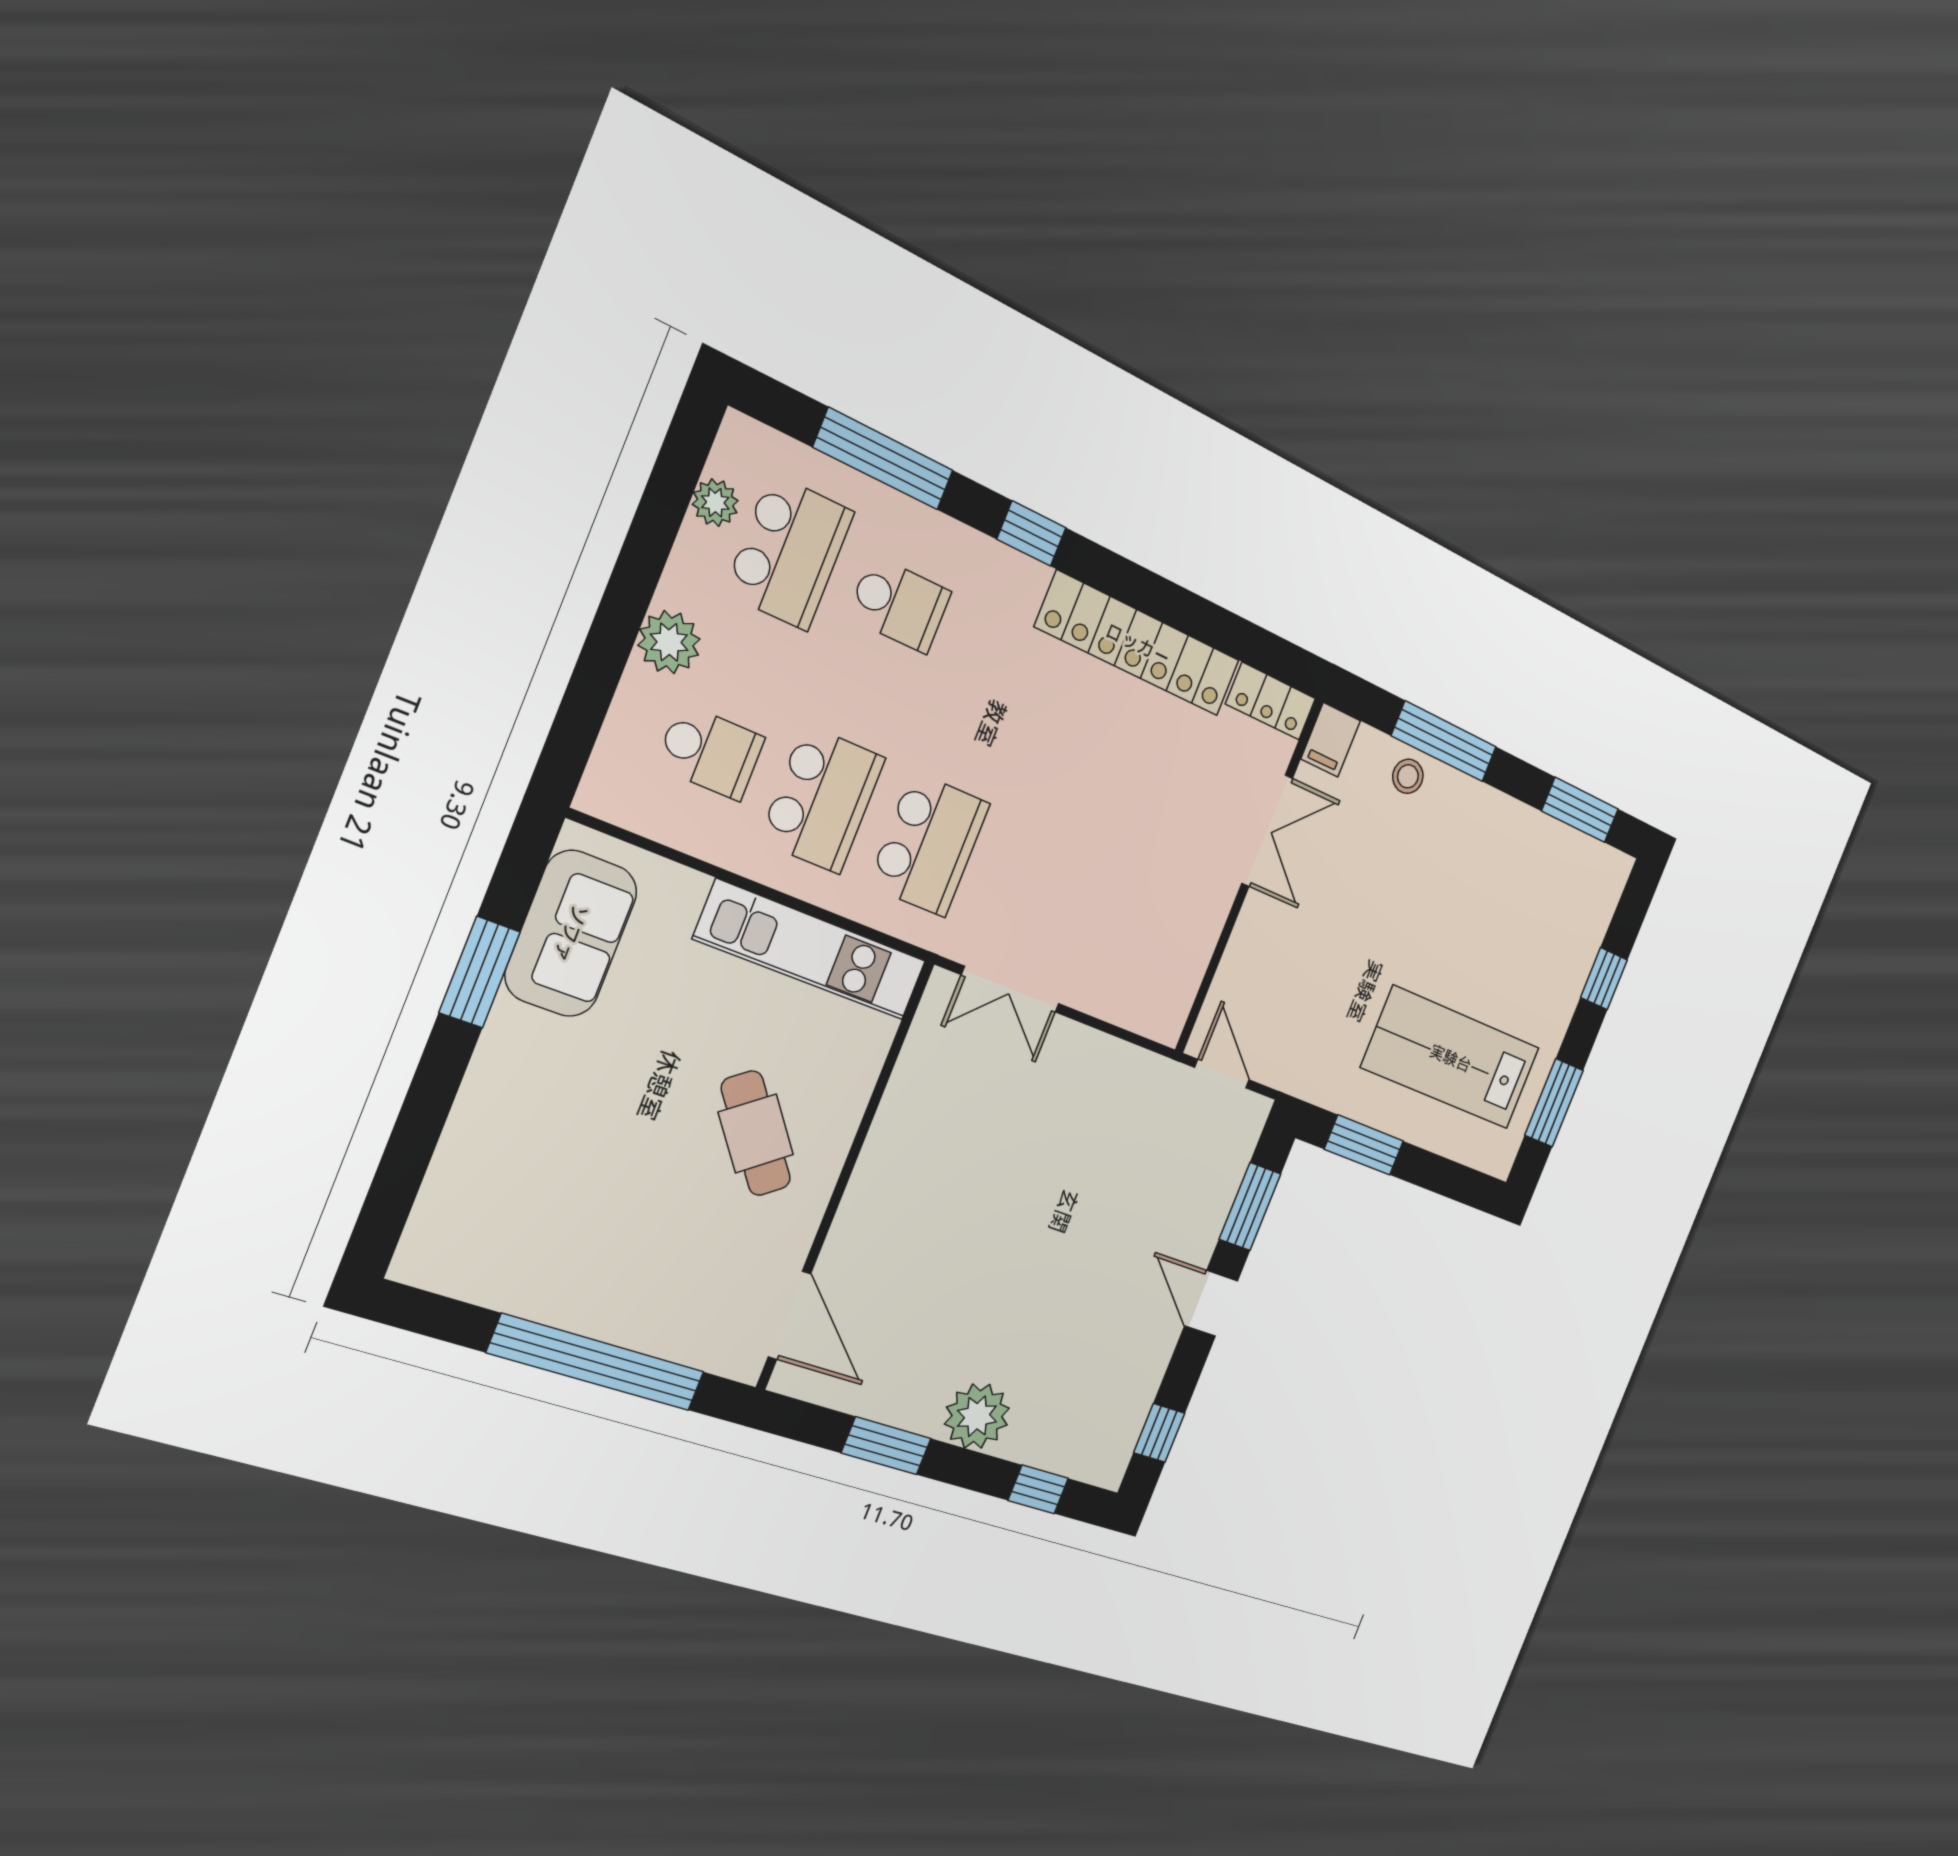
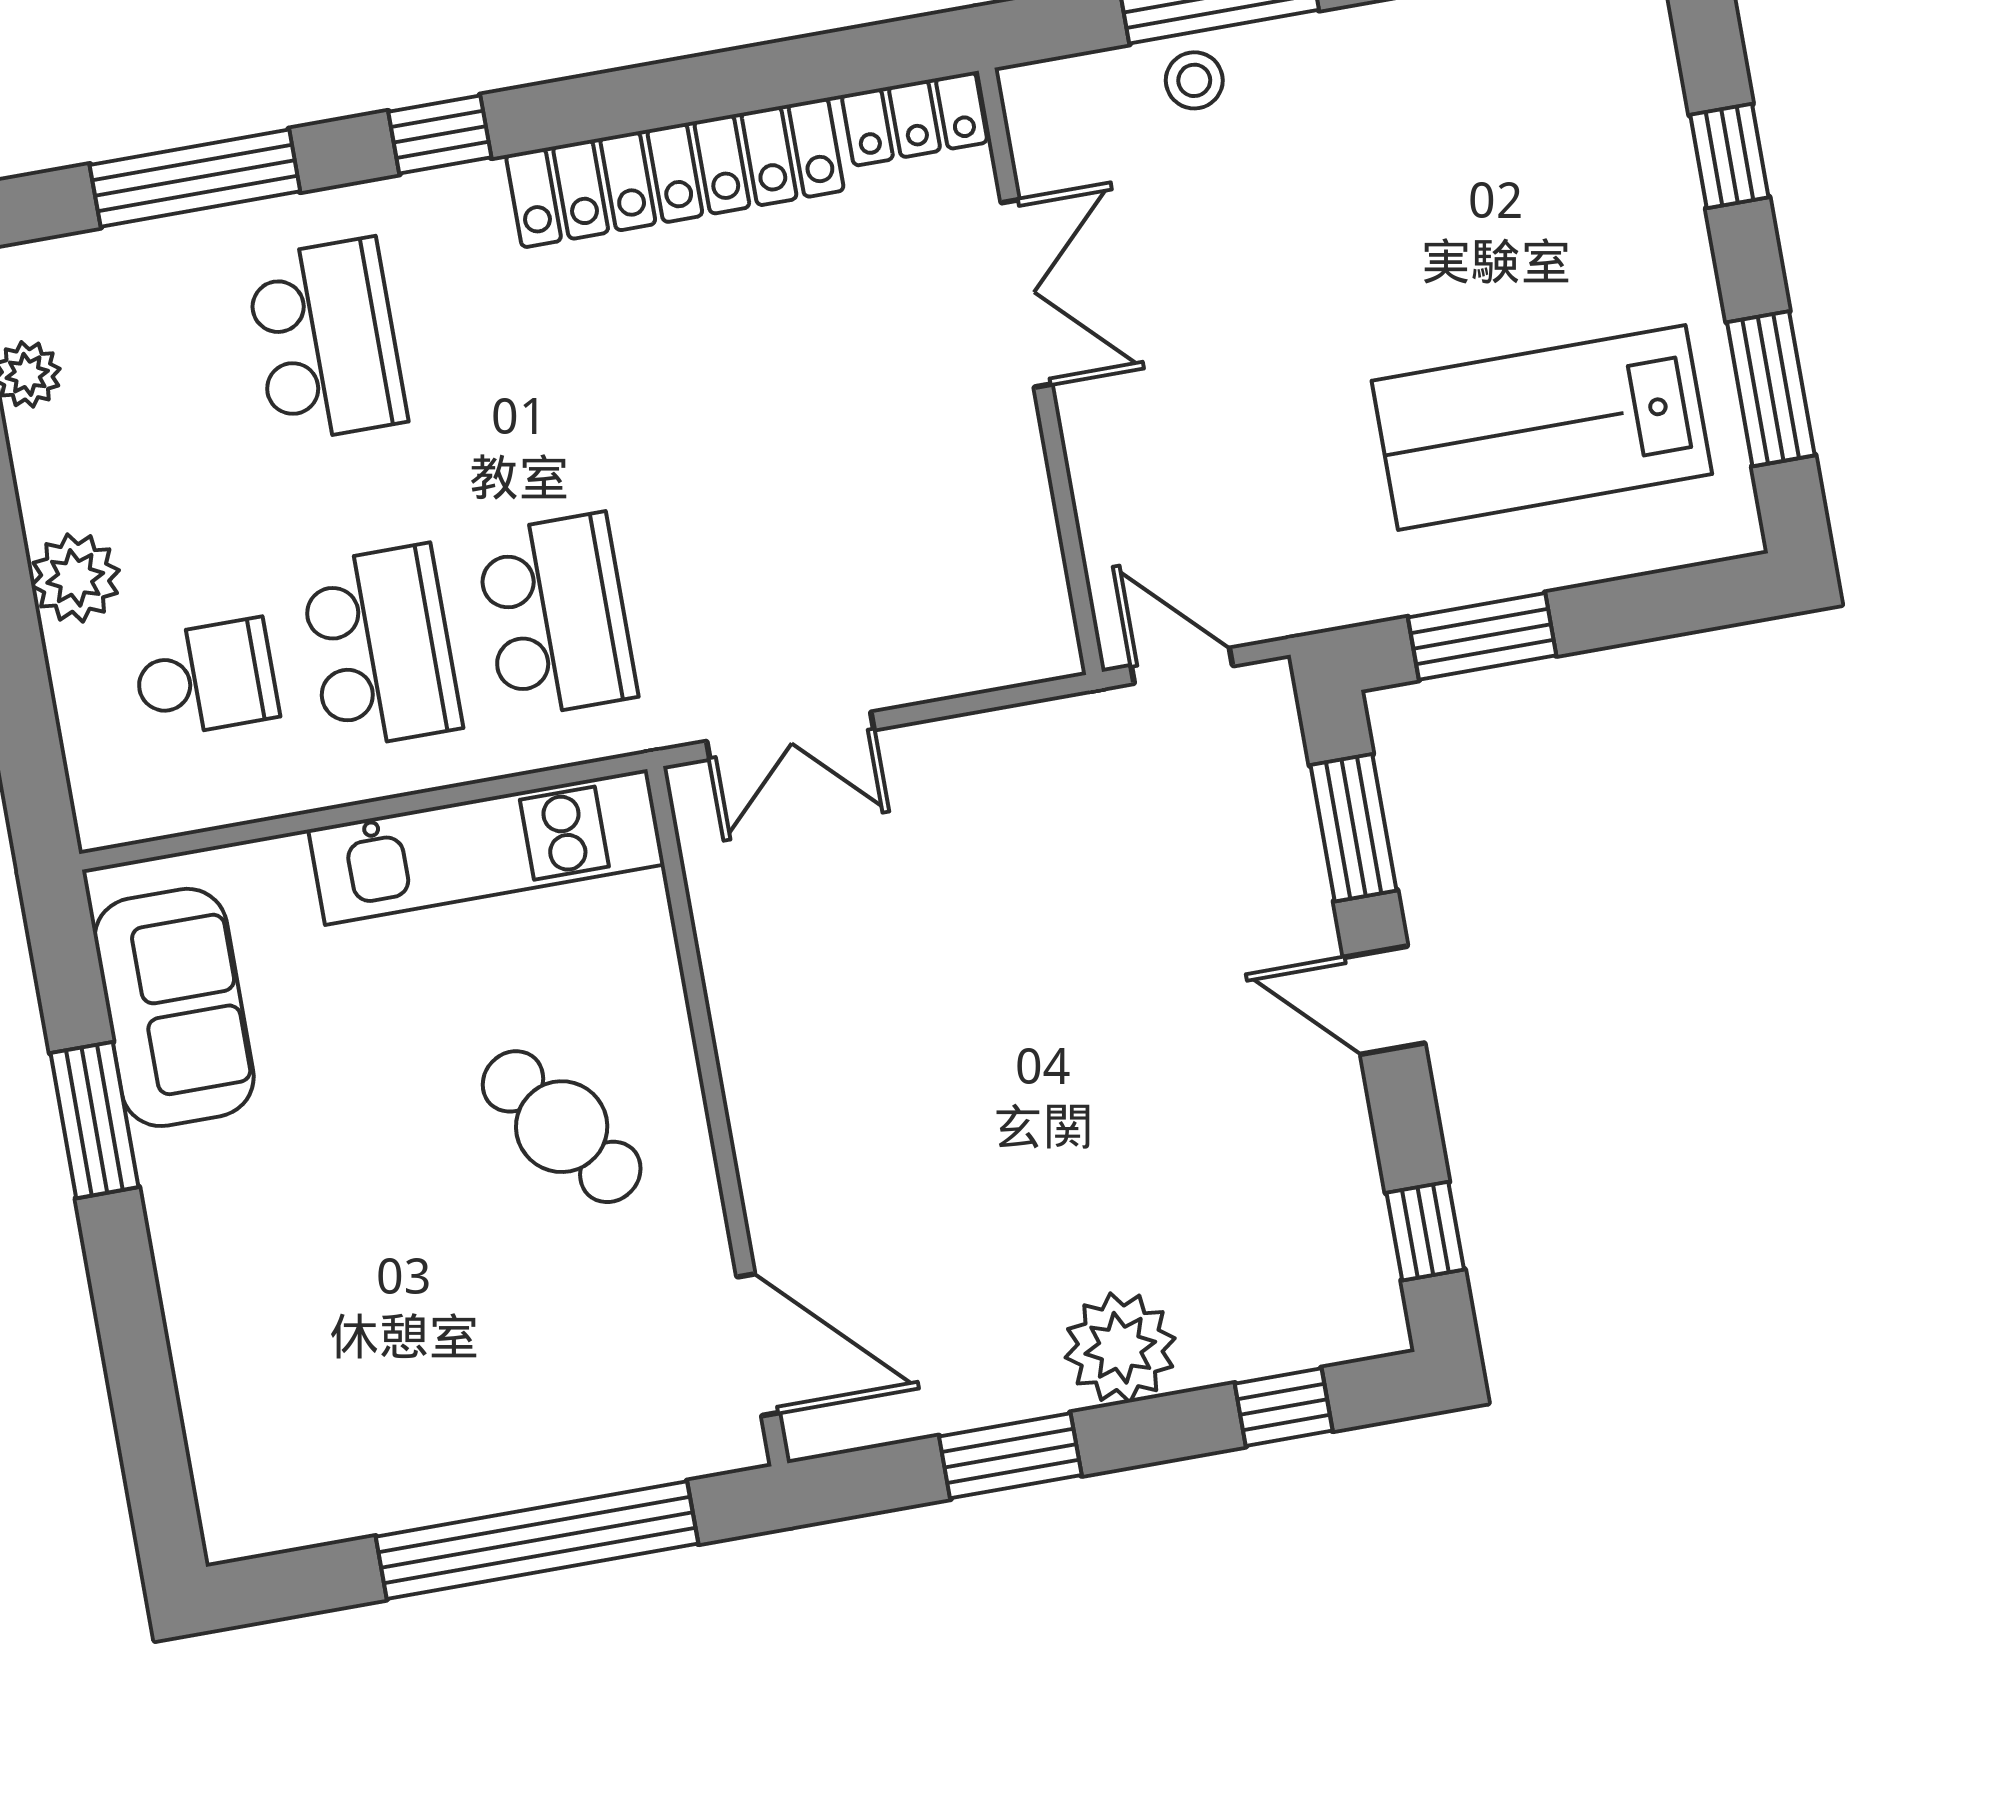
school desk: (789, 552) -> (151, 372), removed
school desk: (899, 604) -> (326, 340), width x1.85
filing cabinet: (1331, 740) -> (1040, 110), removed

